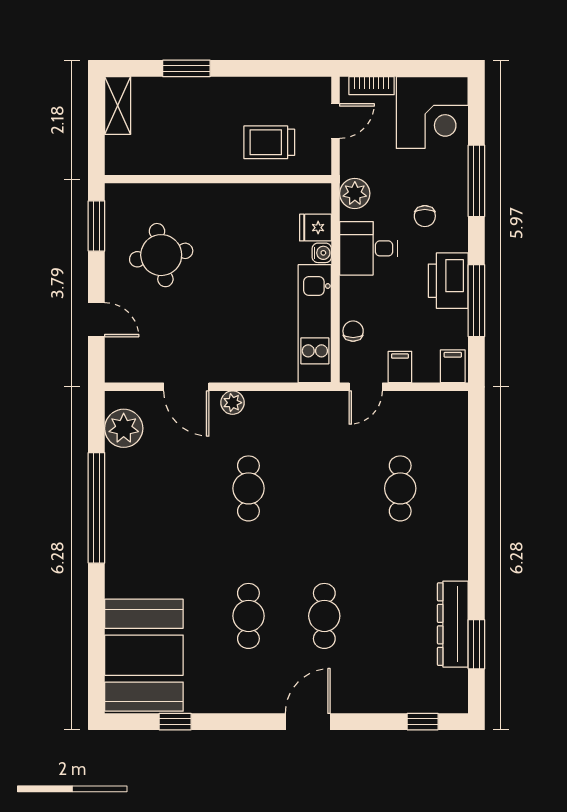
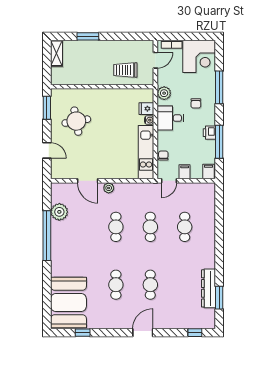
printer: (448, 281) -> (209, 133), width x0.53, depth x0.68
plant: (124, 428) -> (59, 212), moved
cafe table: (324, 488) -> (150, 227), added

